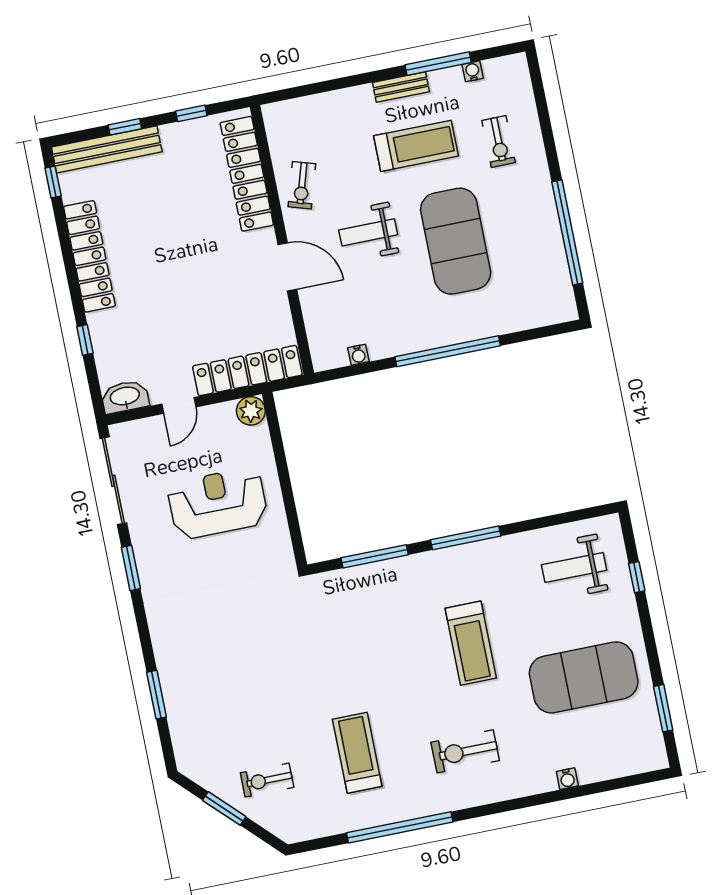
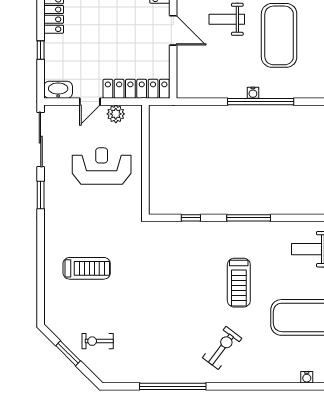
water cooler: (358, 355) -> (253, 93), moved
plant: (251, 411) -> (116, 114), moved
window: (375, 556) -> (191, 218), width x0.46
window: (156, 695) -> (41, 275), removed
exercise bike: (465, 751) -> (222, 348), turned 127
treadmill: (357, 753) -> (87, 268), moved, turned 90
water cooler: (567, 779) -> (307, 377), moved

